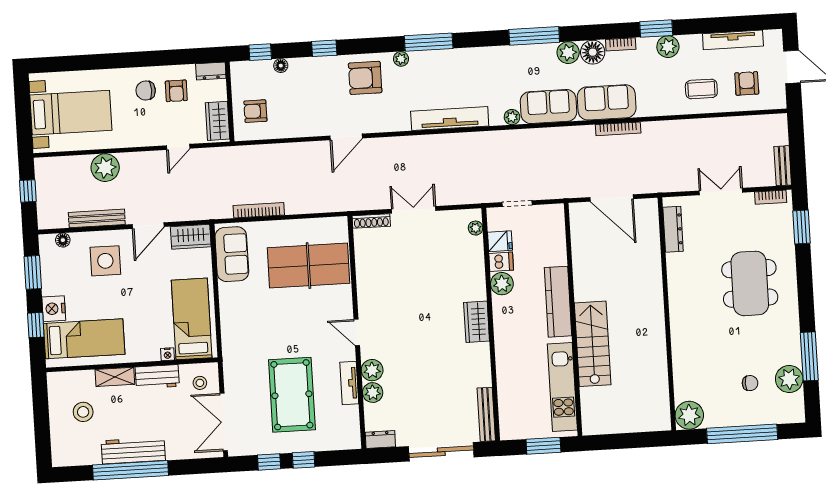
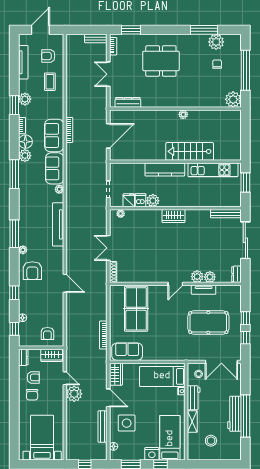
plant: (105, 168) -> (74, 394), moved
plant: (657, 328) -> (183, 114), added

